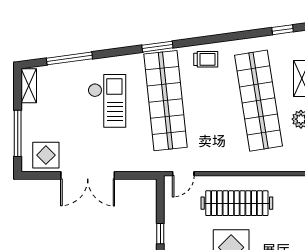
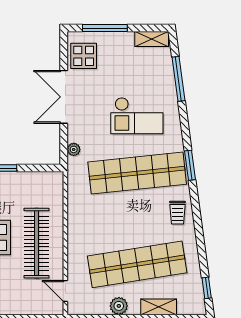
plant: (141, 165) -> (74, 149), added
door: (183, 174) -> (65, 291), moved

